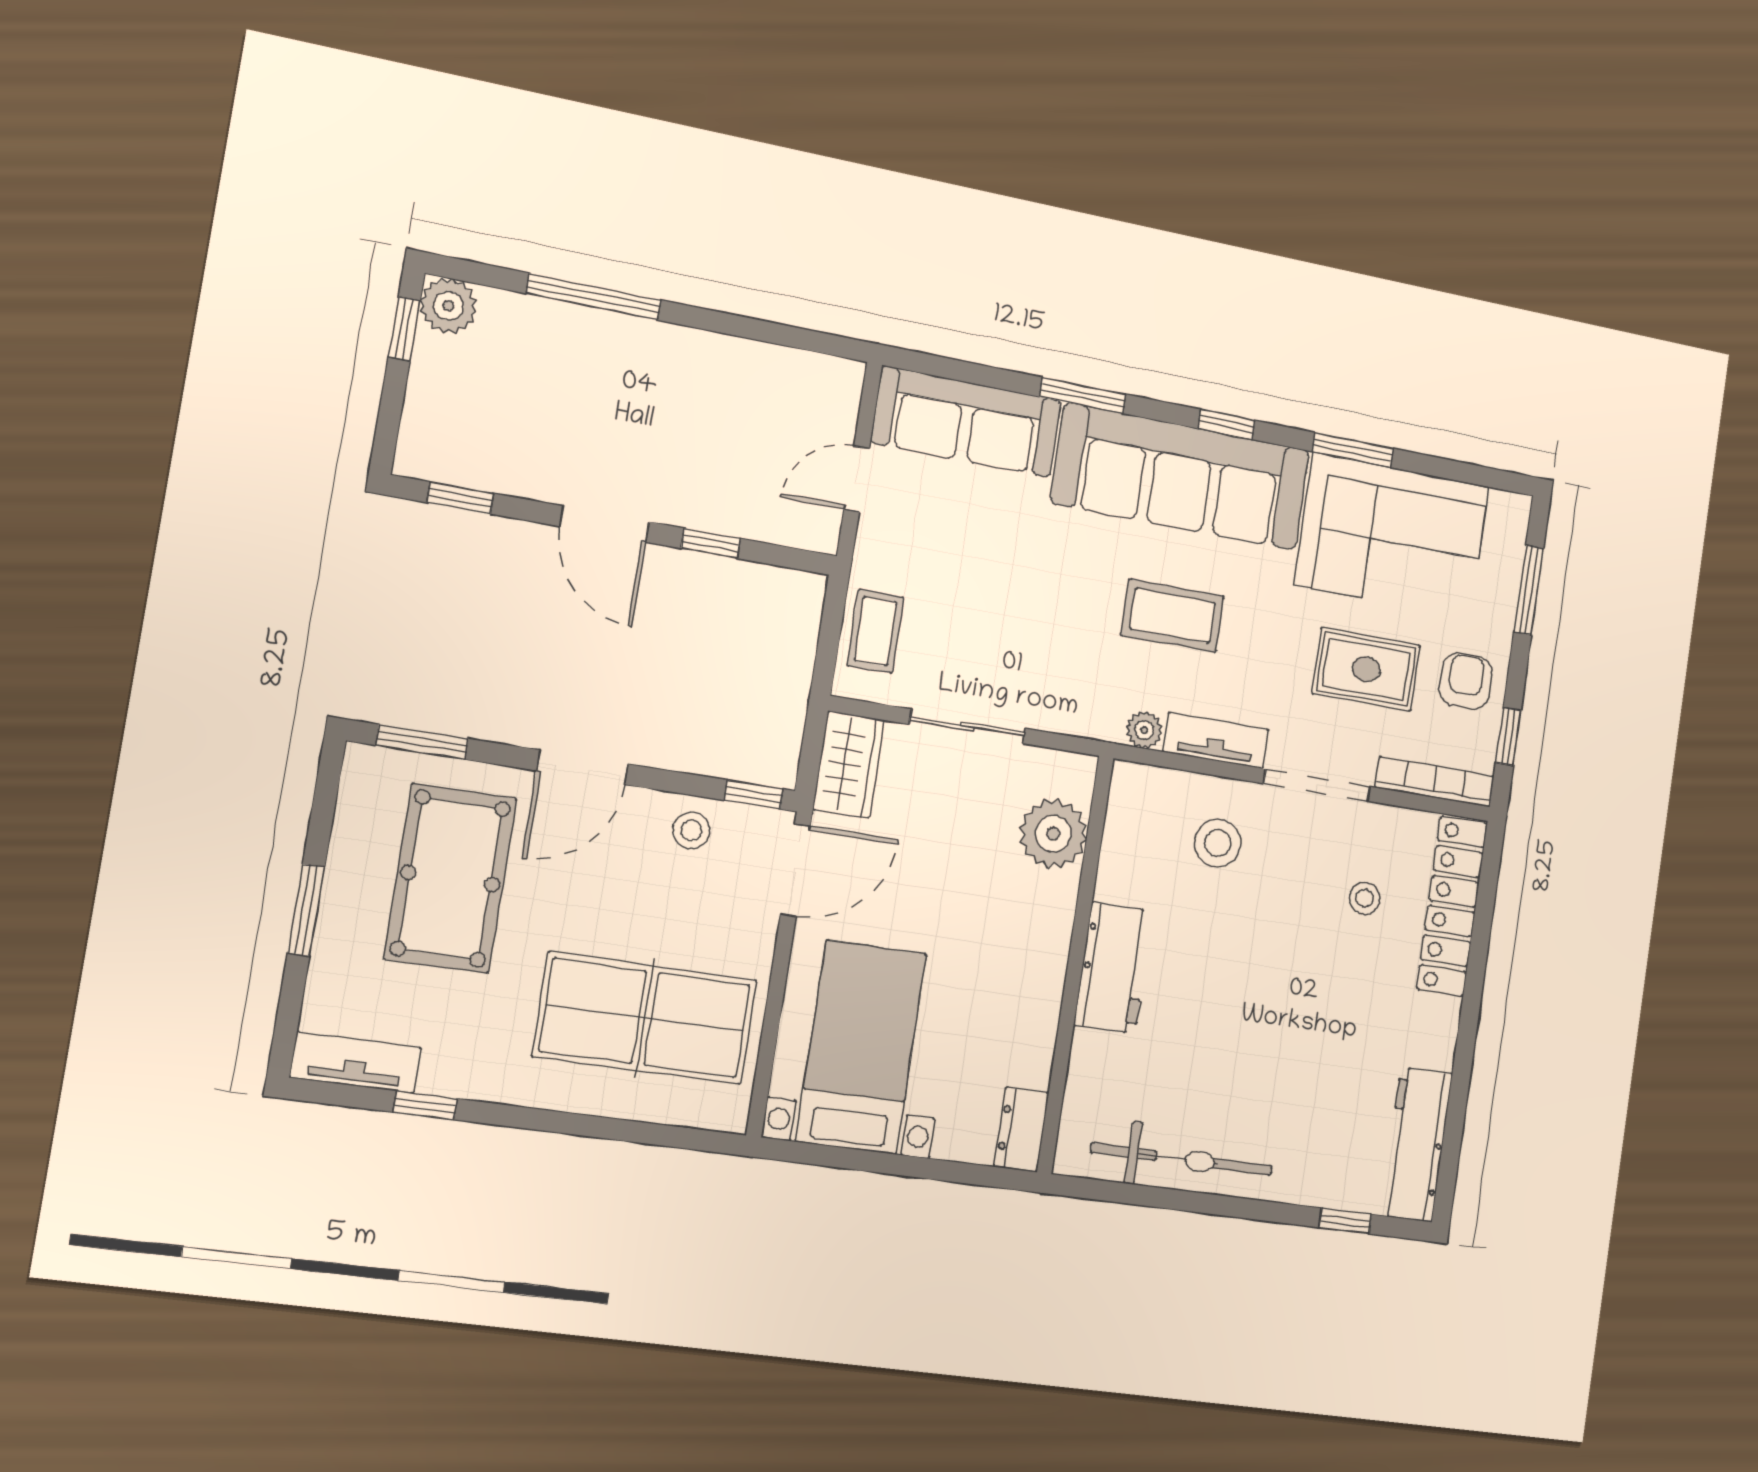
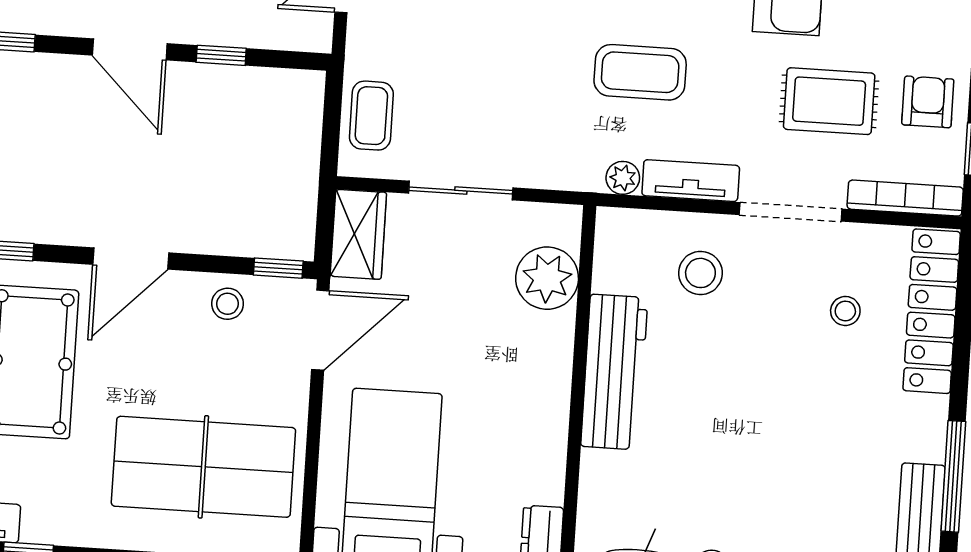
workbench: (1113, 968) -> (614, 372), width x1.38
window: (1460, 1086) -> (953, 476), added

